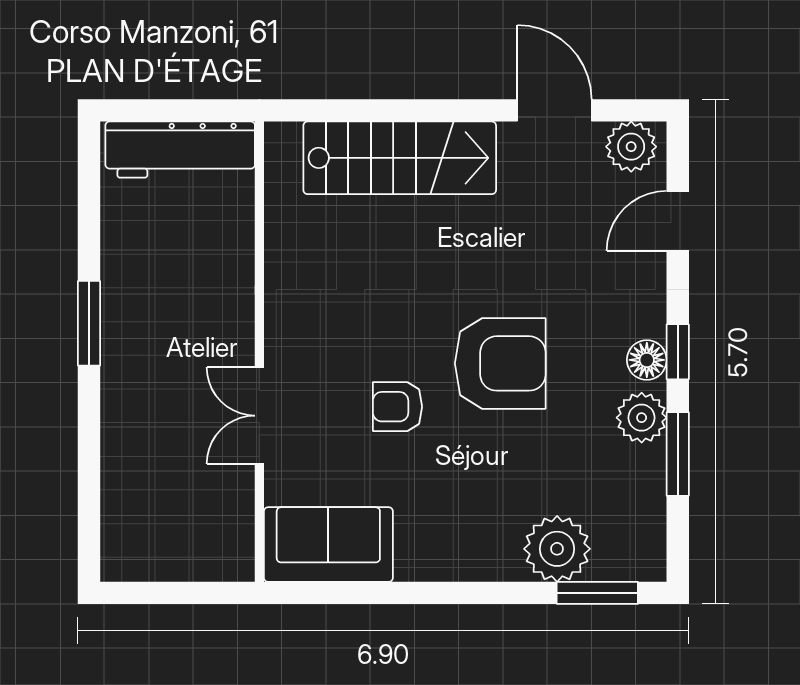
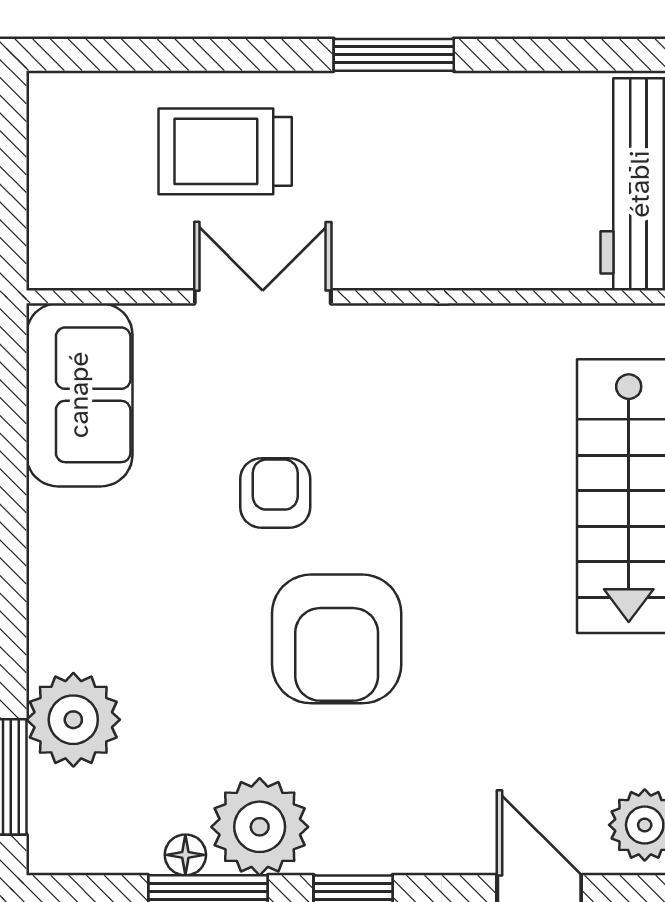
floor lamp: (647, 360) -> (185, 855), moved, width x0.73, depth x0.73
plant: (642, 418) -> (260, 827), width x1.36, depth x1.36
trolley: (157, 442) -> (225, 151), added

